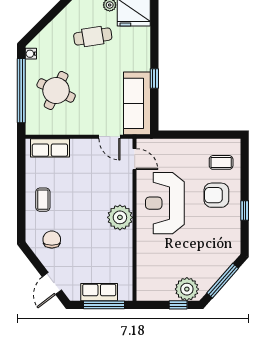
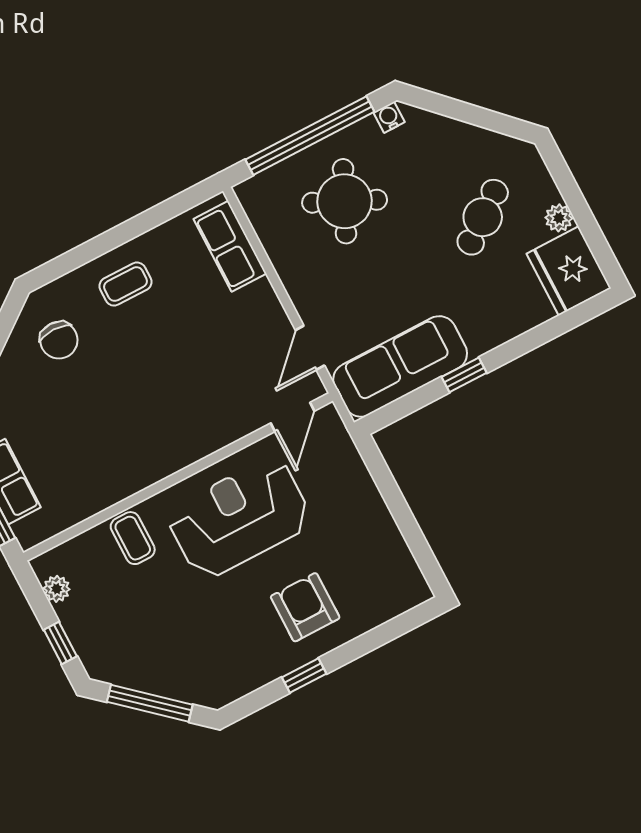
cafe table: (93, 37) -> (483, 217), turned 62
coffee table: (221, 162) -> (133, 538), moved
plant: (120, 217) -> (168, 447), removed
chair: (52, 240) -> (59, 340), turned 90
plant: (187, 289) -> (57, 589), moved, width x0.53, depth x0.53

